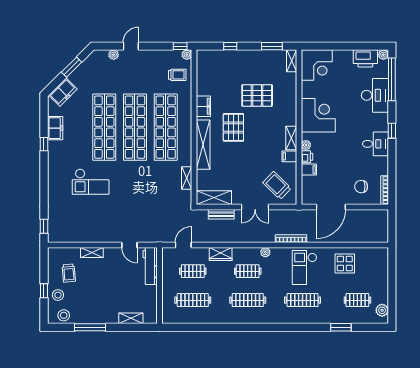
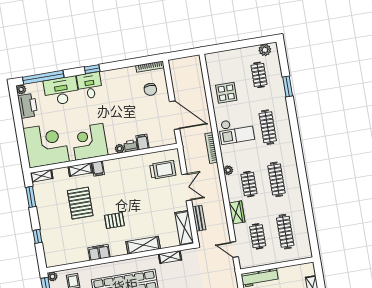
corner desk: (317, 65) -> (46, 145), width x1.36, depth x1.36
pallet: (233, 127) -> (114, 221), width x0.67, depth x0.71
shelving: (291, 138) -> (80, 170), moved
desk: (375, 144) -> (90, 86), moved
shelving: (203, 145) -> (143, 245), width x0.68
filing cabinet: (289, 156) -> (98, 169), moved
trolley: (277, 185) -> (163, 170), turned -134

